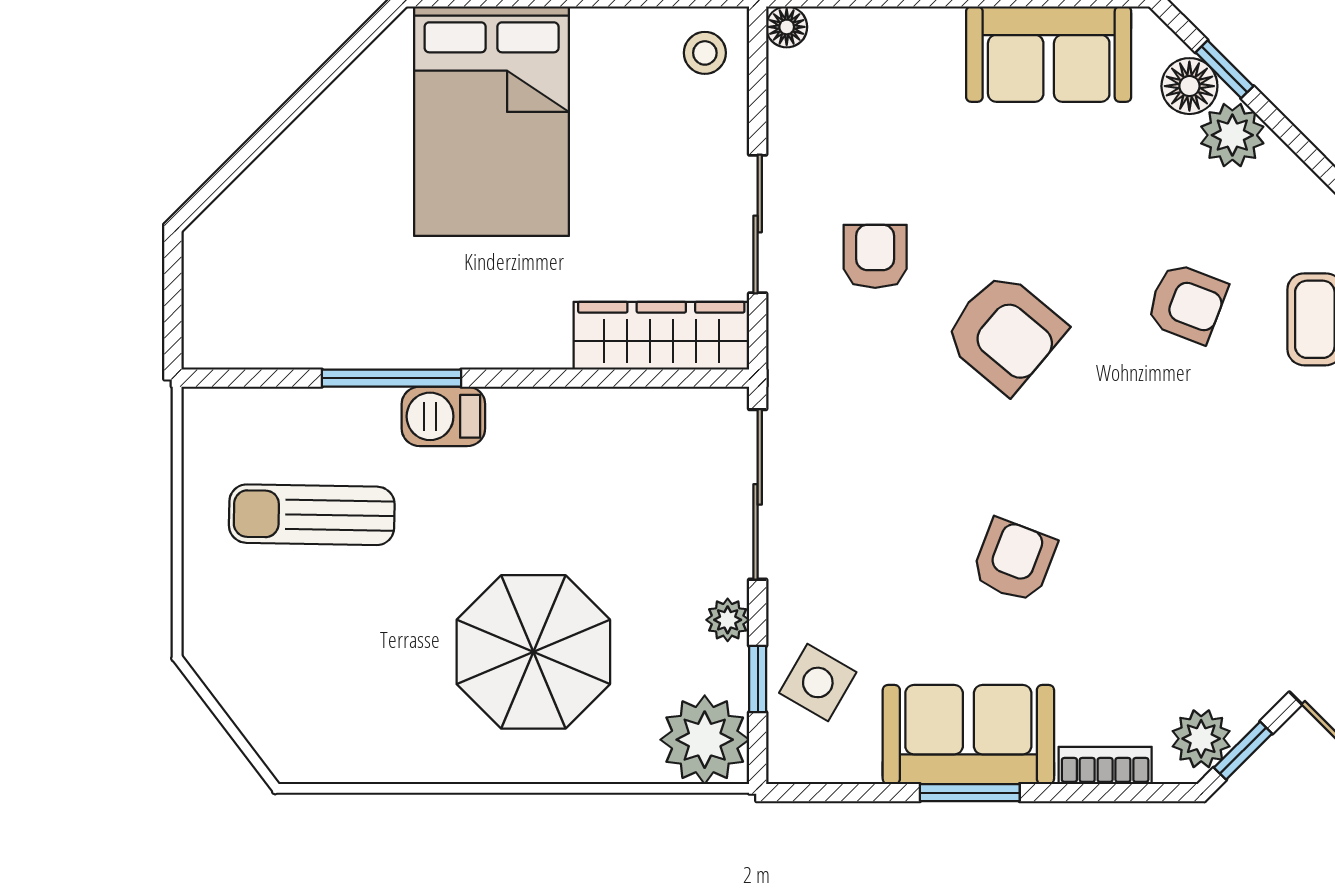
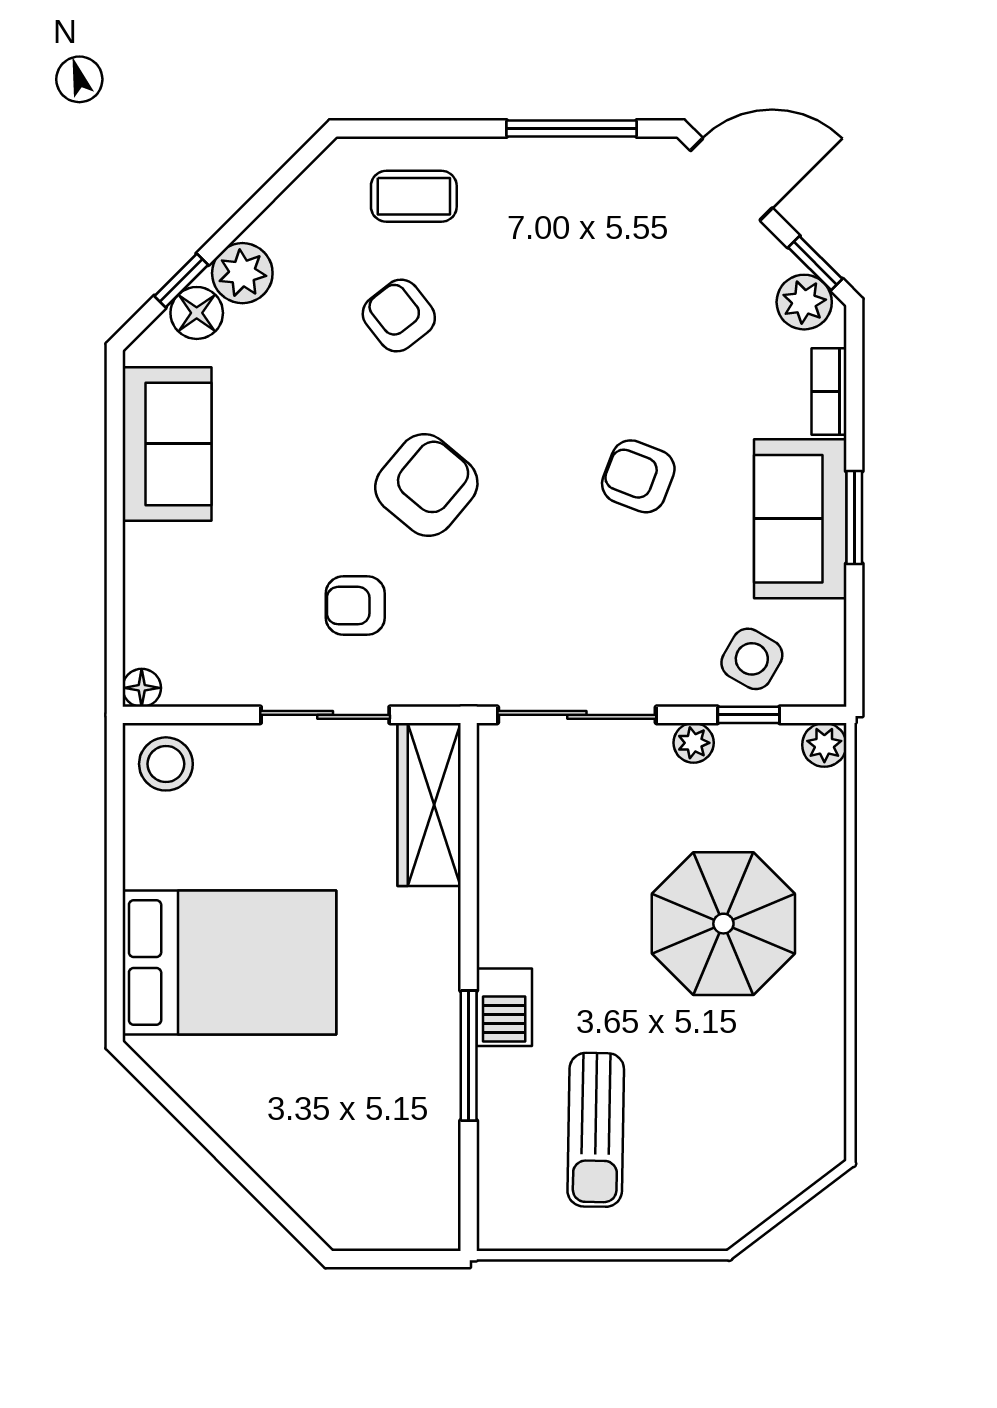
stool: (705, 53) -> (166, 764), width x1.37, depth x1.37
armchair: (1187, 303) -> (399, 316), turned -59
plant: (705, 740) -> (824, 745), width x0.53, depth x0.53

